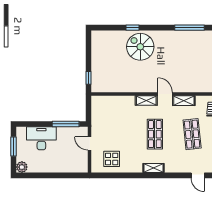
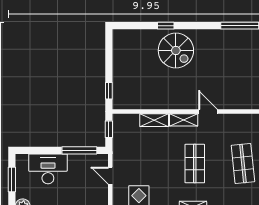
spiral stairs: (140, 47) -> (176, 50), turned 180
shelving: (184, 101) -> (154, 120), moved
window: (88, 108) -> (109, 129), added

